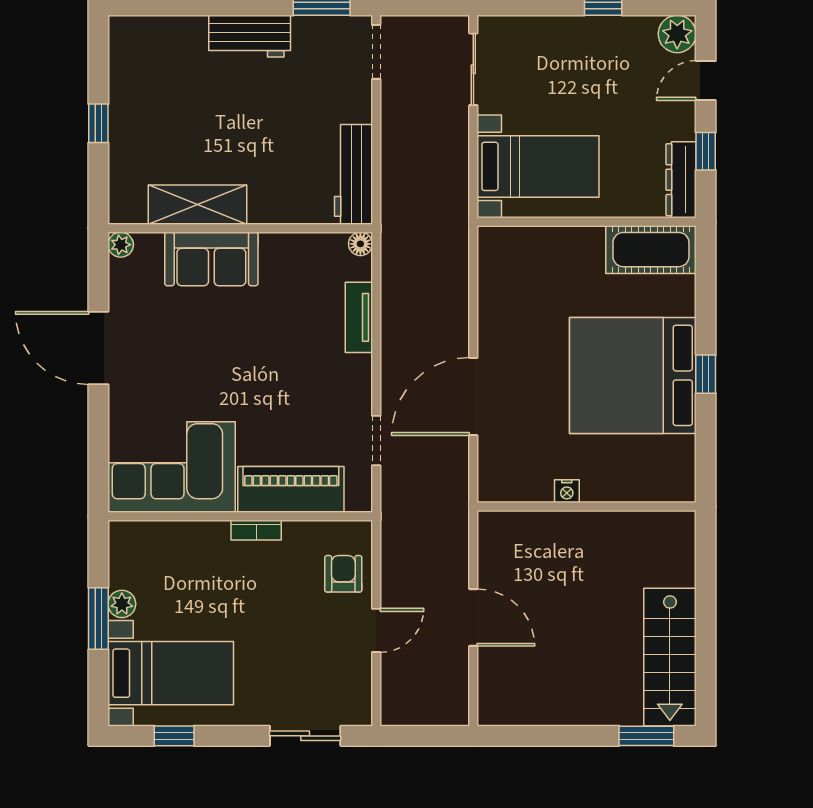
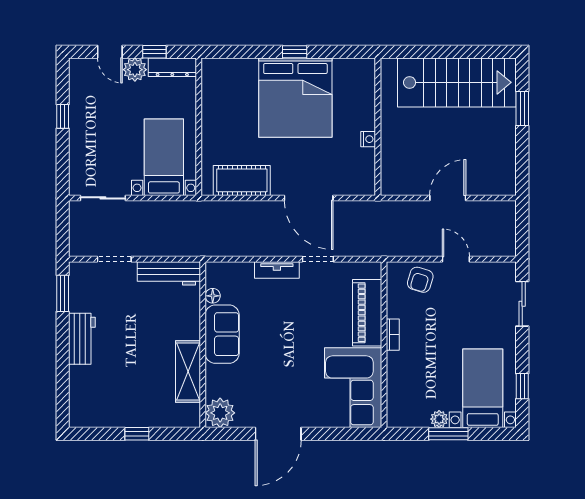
plant: (677, 34) -> (135, 70), moved
doorway: (376, 52) -> (114, 259), moved
floor lamp: (360, 244) -> (213, 296), moved
plant: (121, 245) -> (220, 413), width x1.88, depth x1.88
cot: (651, 250) -> (242, 180), moved, turned 90
sofa: (211, 259) -> (222, 334), moved
tv unit: (359, 317) -> (277, 270), moved
doorway: (376, 441) -> (318, 259), moved
armchair: (343, 574) -> (420, 280), turned -73
stairs: (670, 657) -> (457, 82), width x1.36, depth x1.51
window: (646, 736) -> (522, 109), moved

